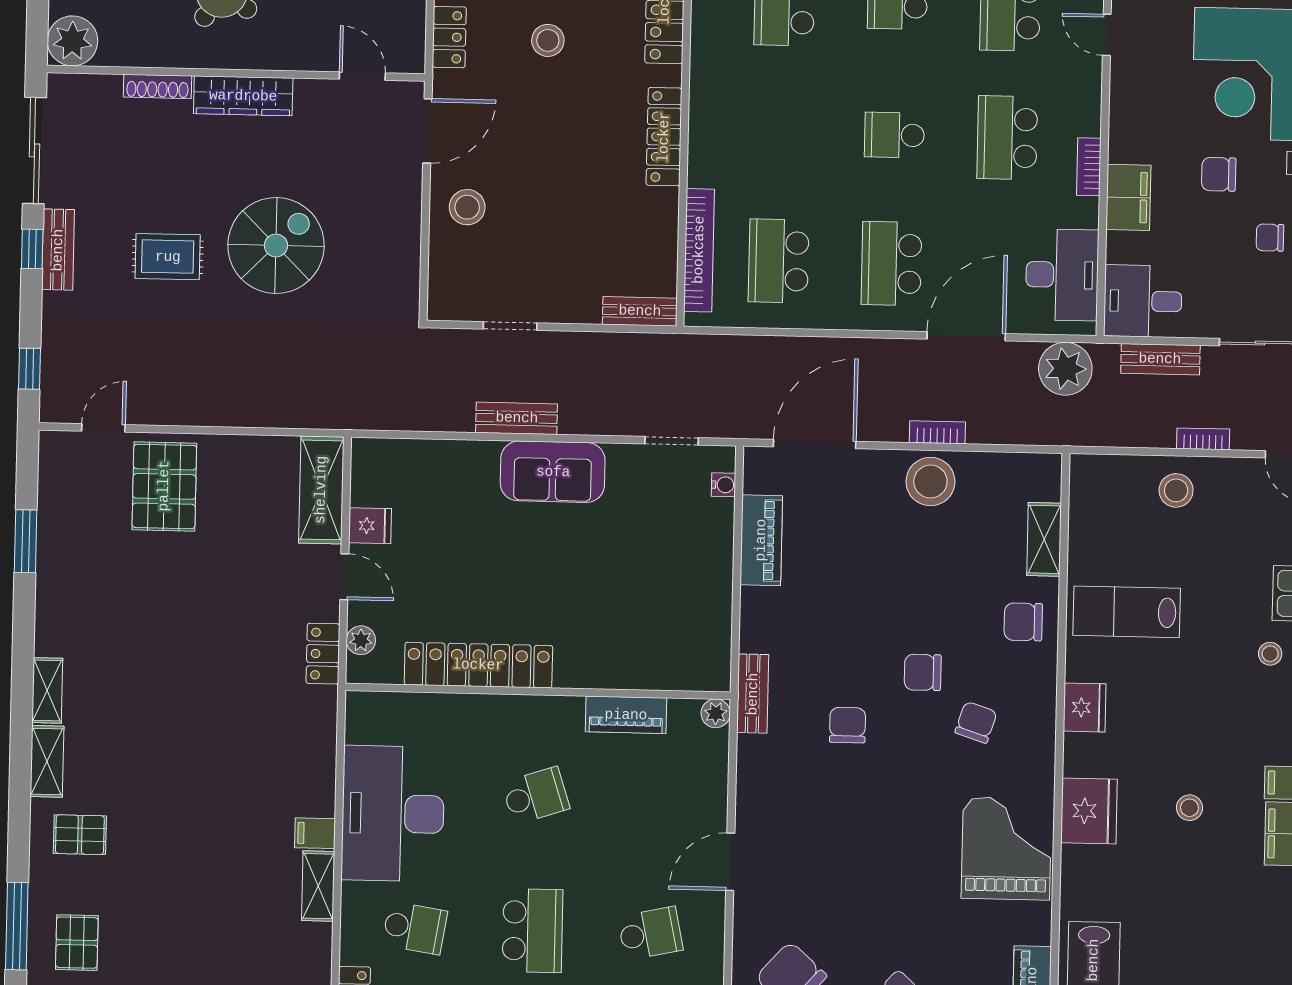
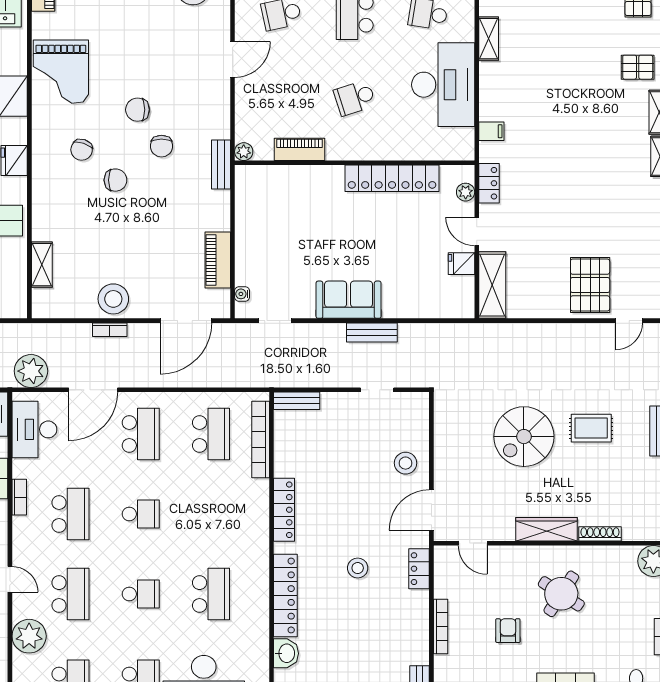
chair: (1023, 622) -> (137, 110), moved, turned 180
filing cabinet: (315, 833) -> (491, 131), moved

